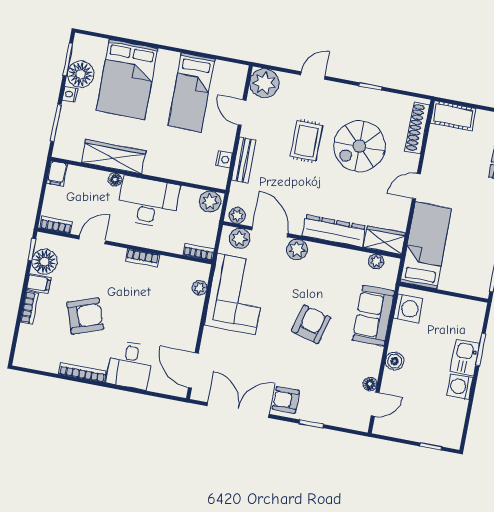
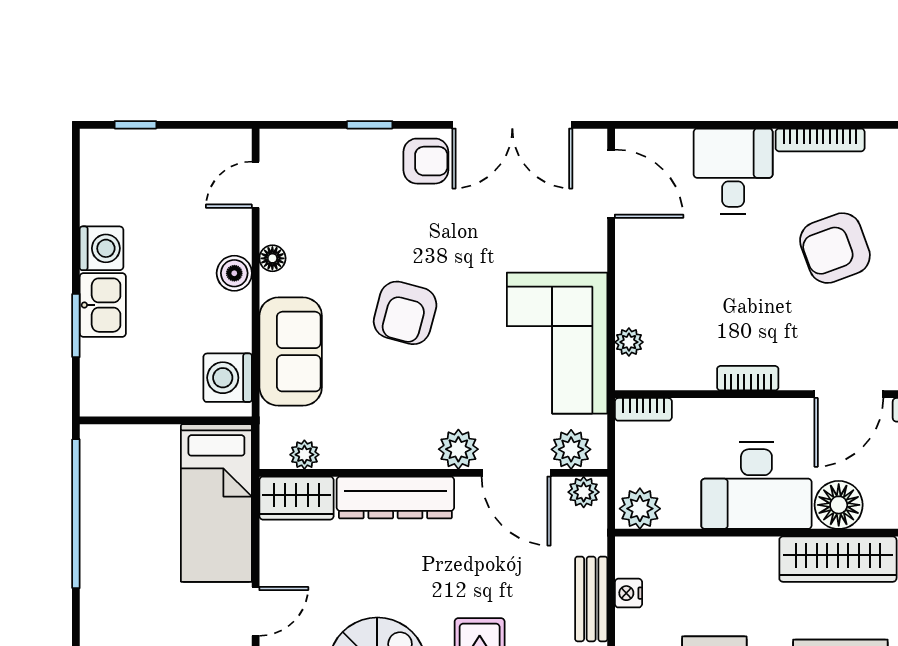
floor lamp: (115, 180) -> (839, 505), width x1.89, depth x1.89
door: (92, 240) -> (849, 394), width x1.38
floor lamp: (370, 384) -> (272, 258), moved

